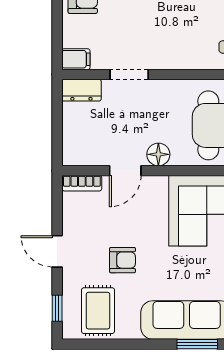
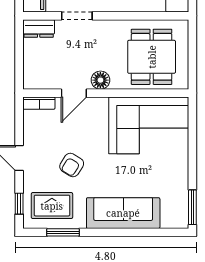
armchair: (122, 260) -> (72, 165), turned 122
rug: (98, 311) -> (52, 206), turned 90
window: (197, 344) -> (63, 232), moved

